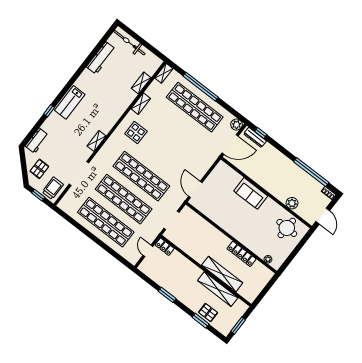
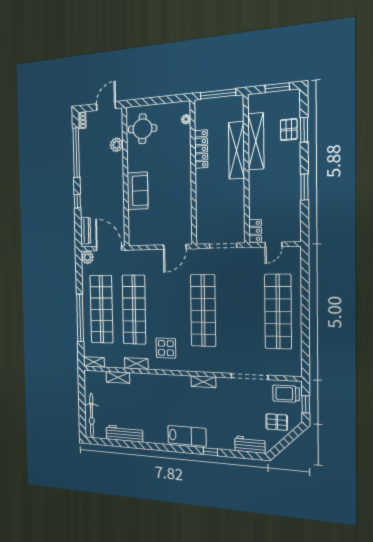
window: (261, 133) -> (77, 201), moved
shop shelf: (124, 199) -> (134, 310), moved
window: (266, 290) -> (218, 94), added

